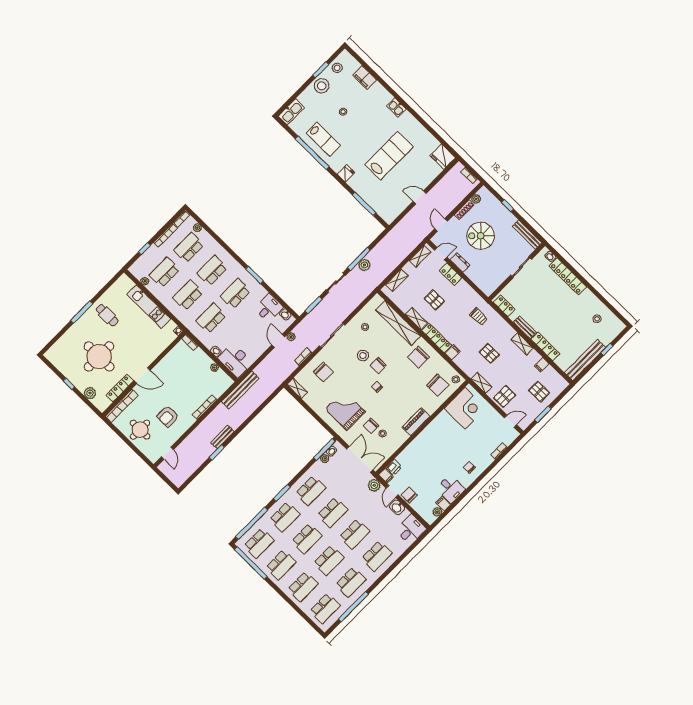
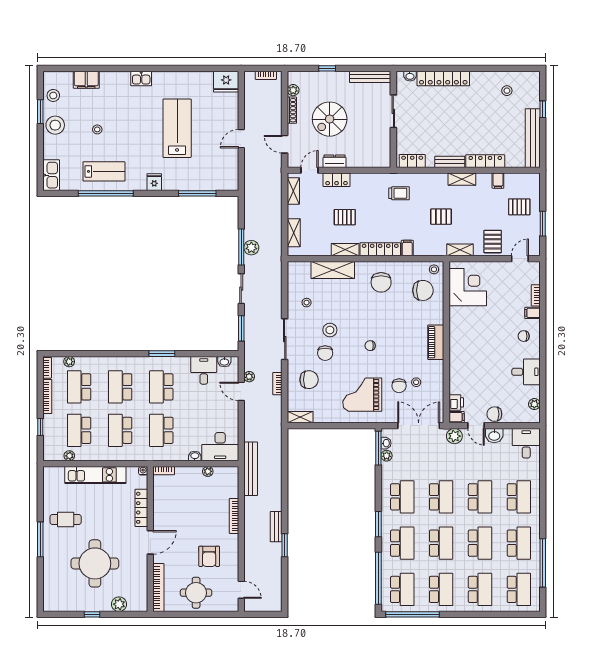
shelving: (398, 323) -> (333, 270), width x0.68
chair: (378, 365) -> (325, 353), moved
locker: (120, 388) -> (141, 508), moved
filing cabinet: (443, 504) -> (532, 313), moved

